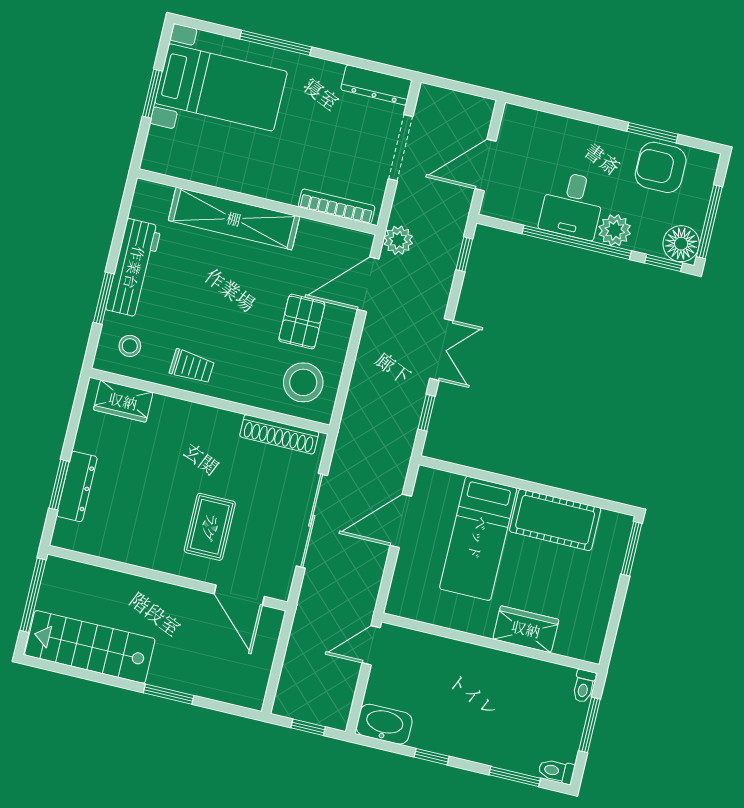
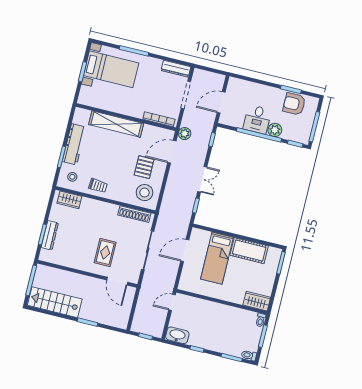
floor lamp: (681, 244) -> (303, 136), removed
wardrobe: (526, 629) -> (257, 301), moved

